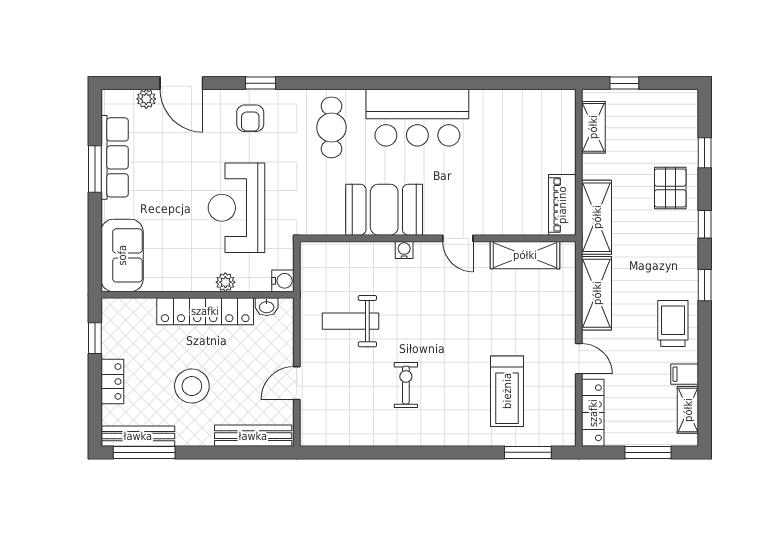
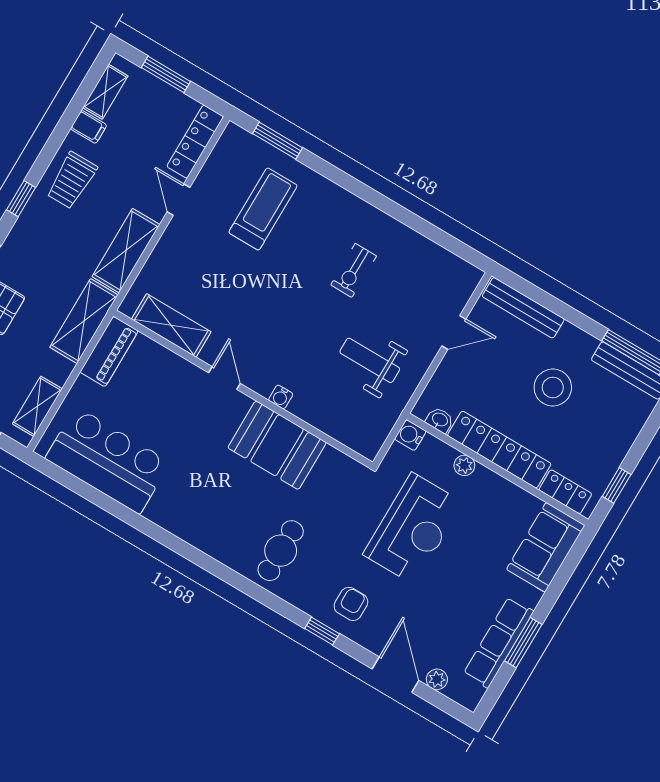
bar counter: (417, 118) -> (108, 460), moved
weight bench: (350, 321) -> (370, 360), turned 180
locker: (112, 381) -> (565, 492), moved, turned 90

